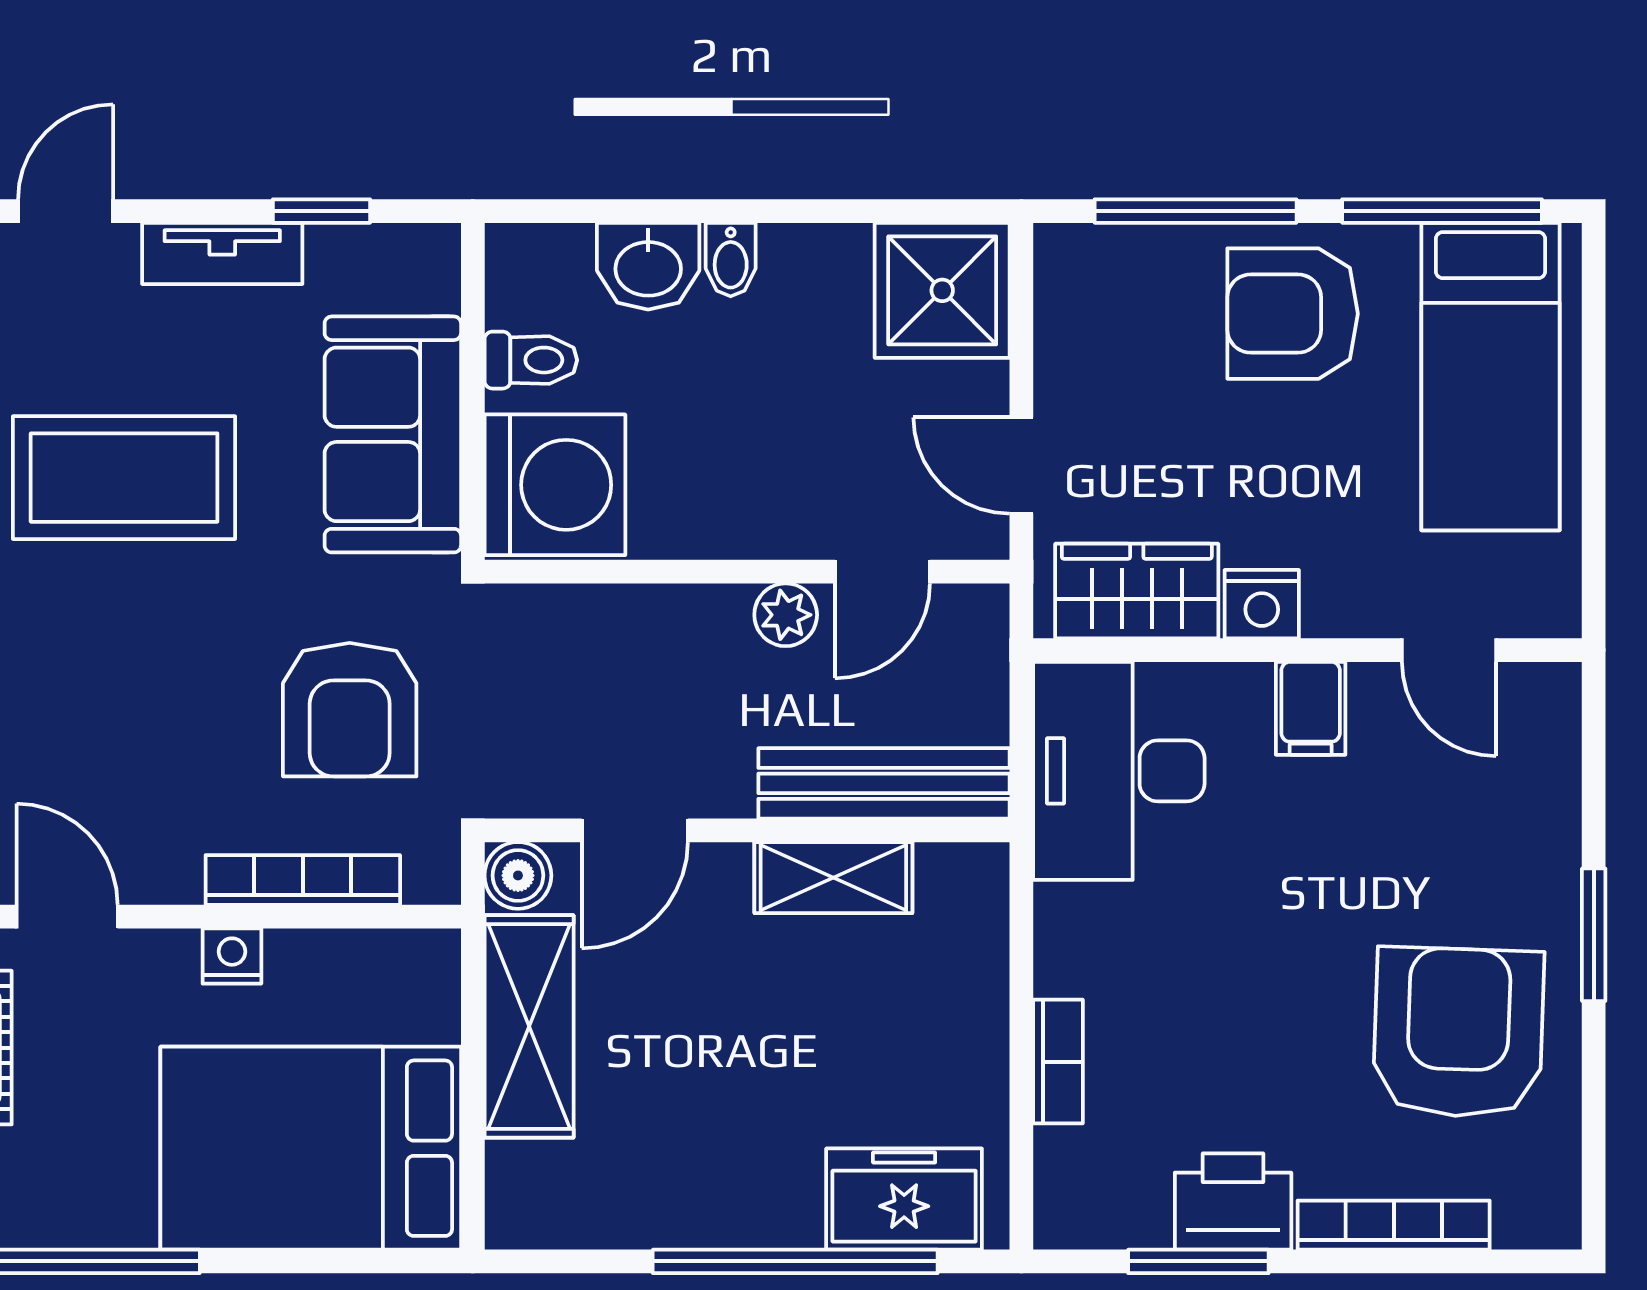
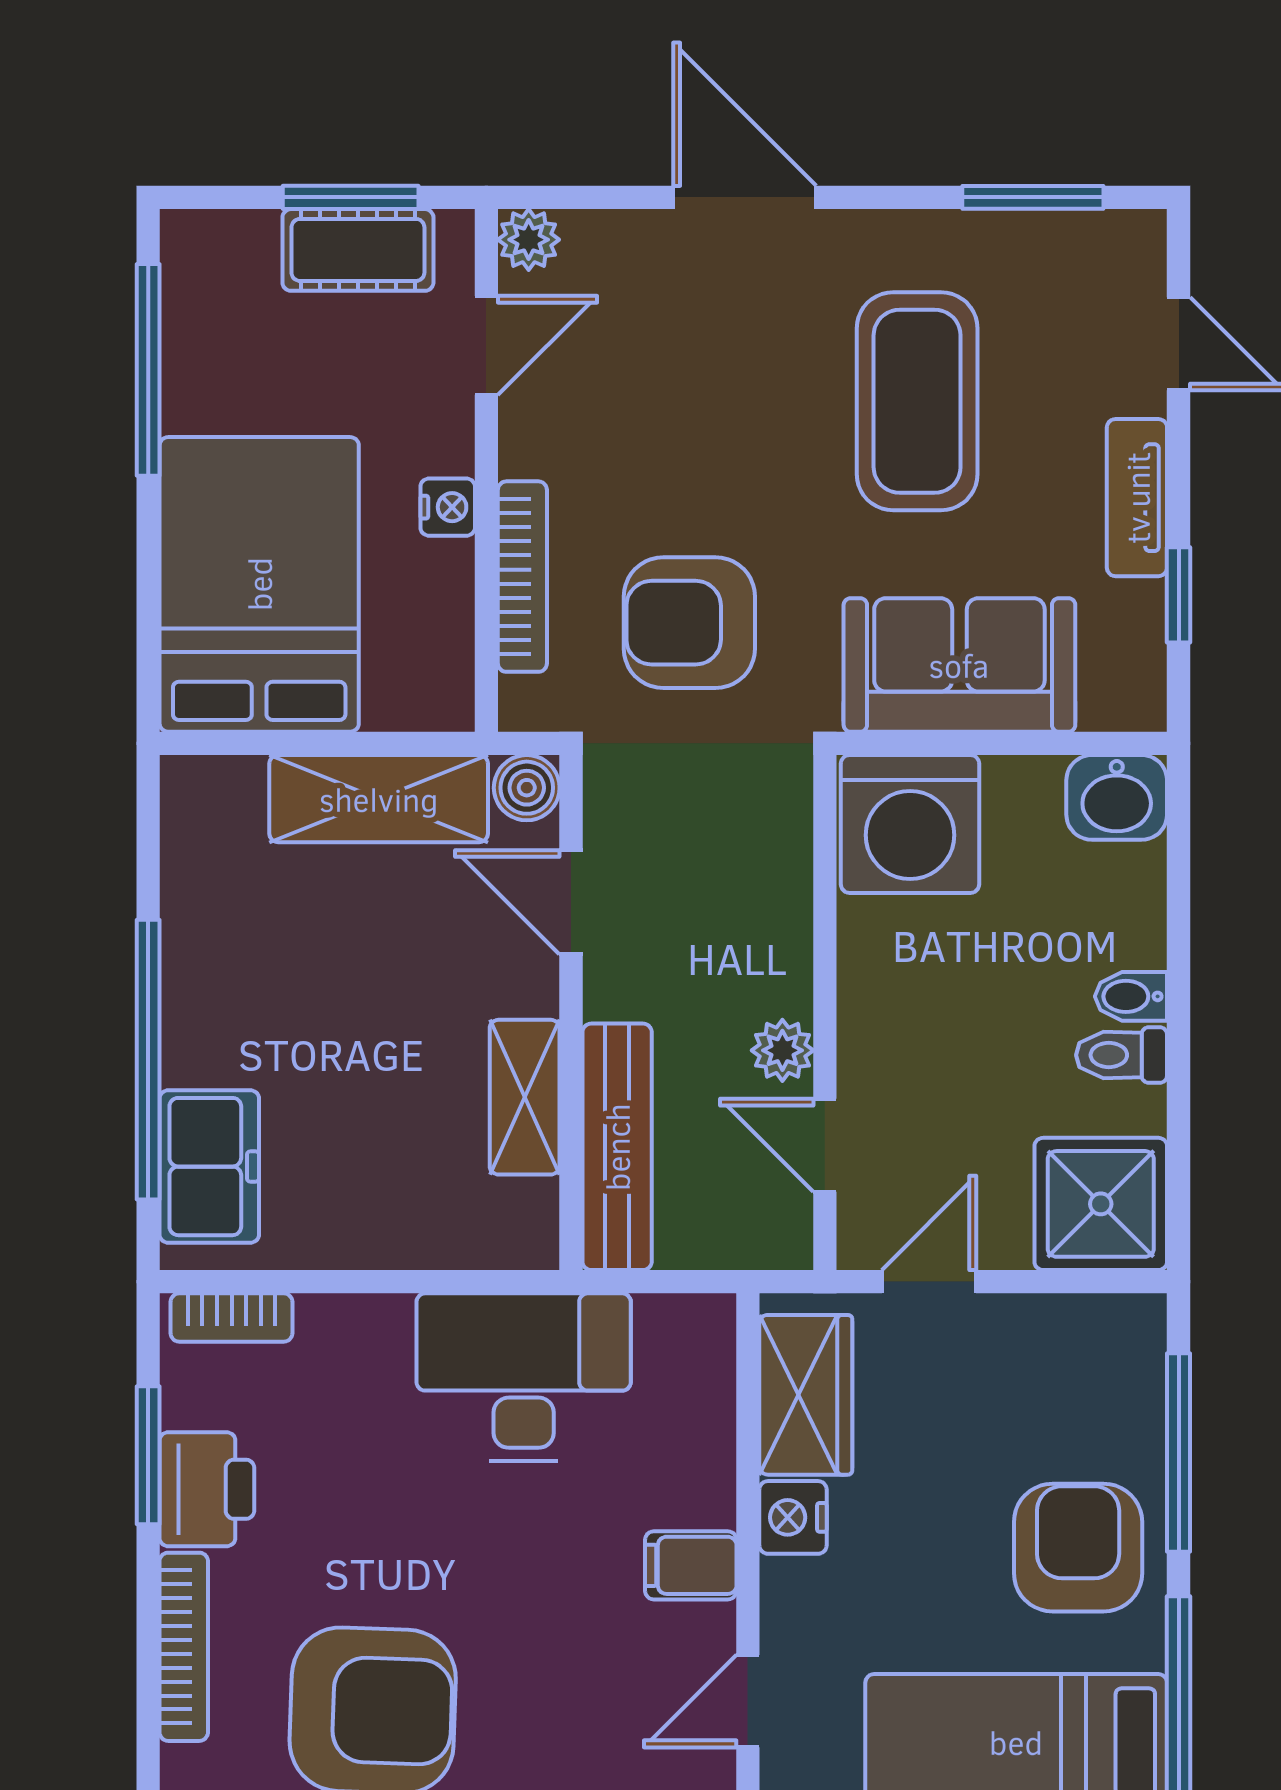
washbasin: (648, 266) -> (1117, 797), moved, turned -90
toilet: (531, 360) -> (1122, 1055), moved, turned 90
desk: (1119, 771) -> (524, 1377), moved
bookcase: (1058, 1062) -> (232, 1318), moved

